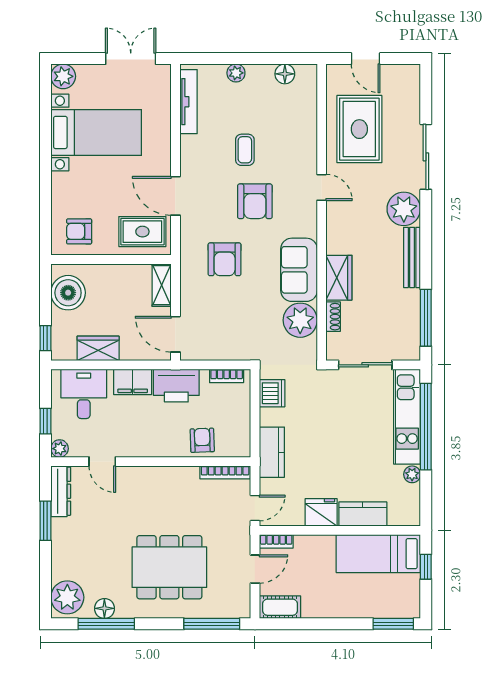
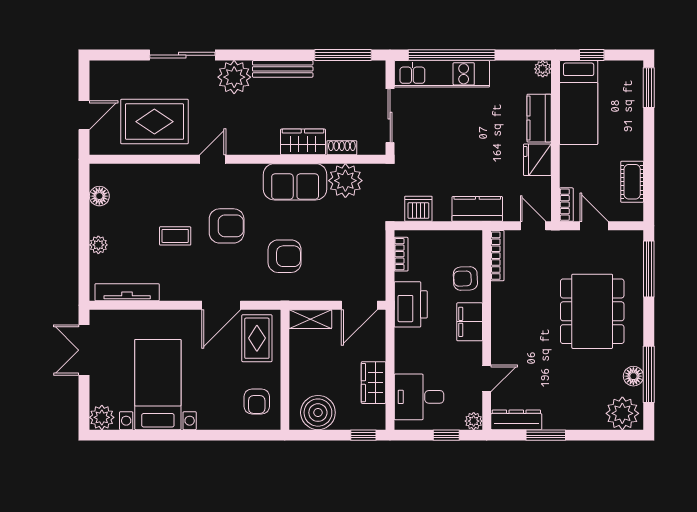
filing cabinet: (133, 382) -> (470, 322), moved, turned 180
plant: (412, 474) -> (543, 69), moved
cot: (280, 607) -> (632, 182), moved

